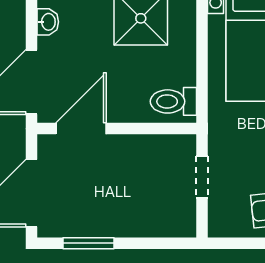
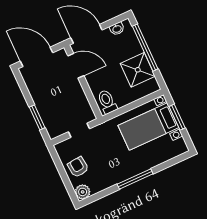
window: (89, 243) -> (37, 117), moved

